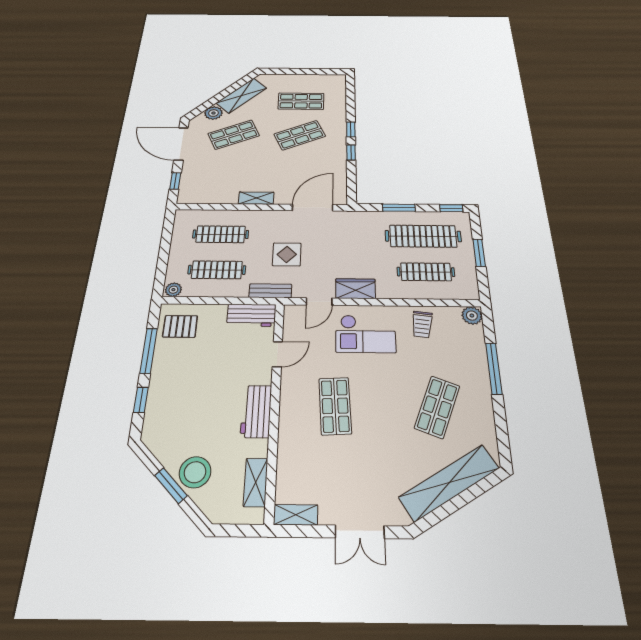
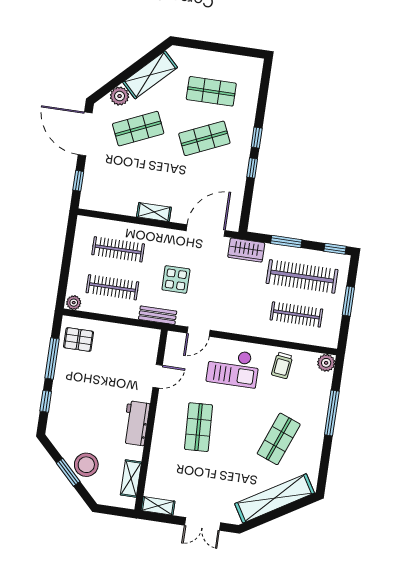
wardrobe: (355, 289) -> (246, 250), moved, turned 180
workbench: (251, 315) -> (139, 337), removed

